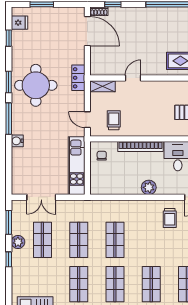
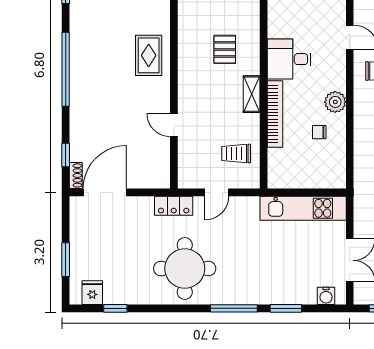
window: (9, 82) -> (286, 308), moved
shelving: (103, 86) -> (252, 94), moved
door: (87, 120) -> (217, 192), moved
water cooler: (17, 141) -> (326, 296), moved
chair: (102, 156) -> (319, 132), moved

